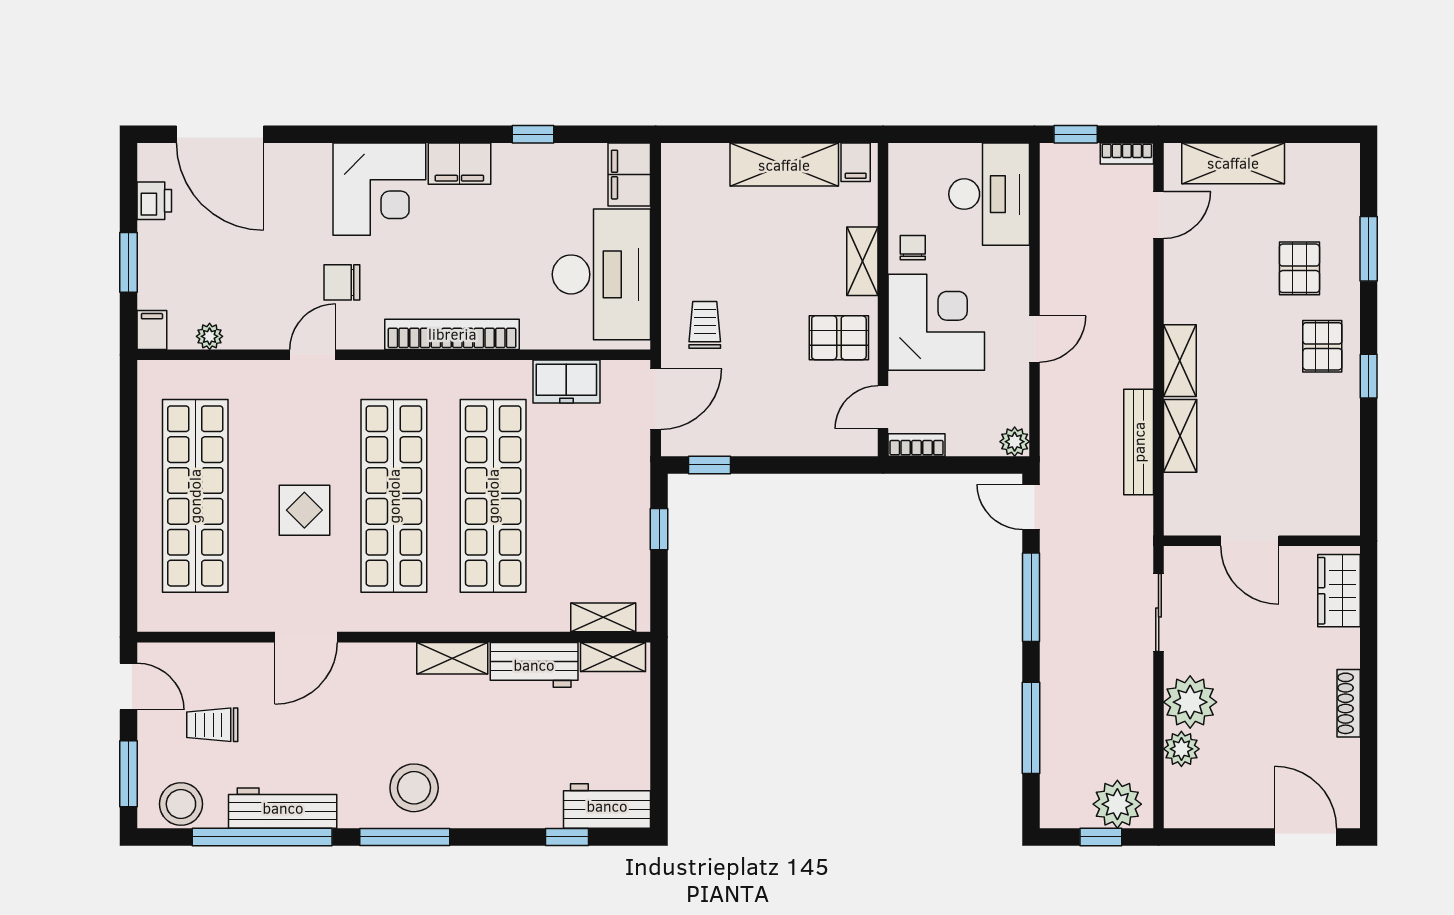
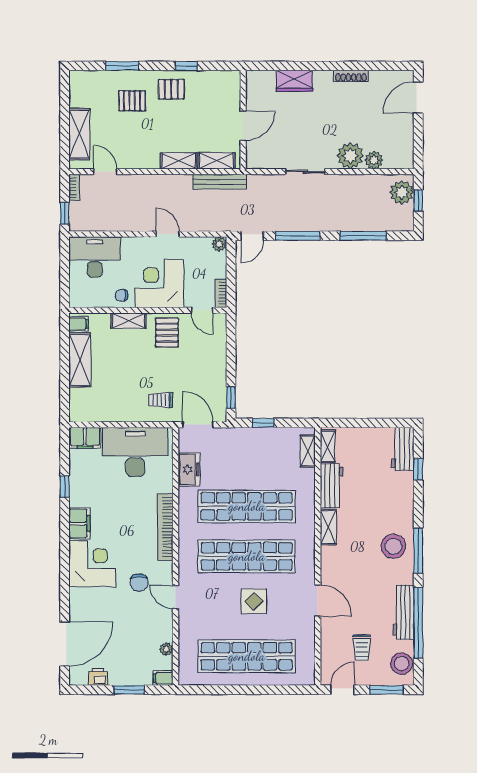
door: (1250, 541) -> (243, 126), moved
wall: (1262, 541) -> (243, 120), moved

